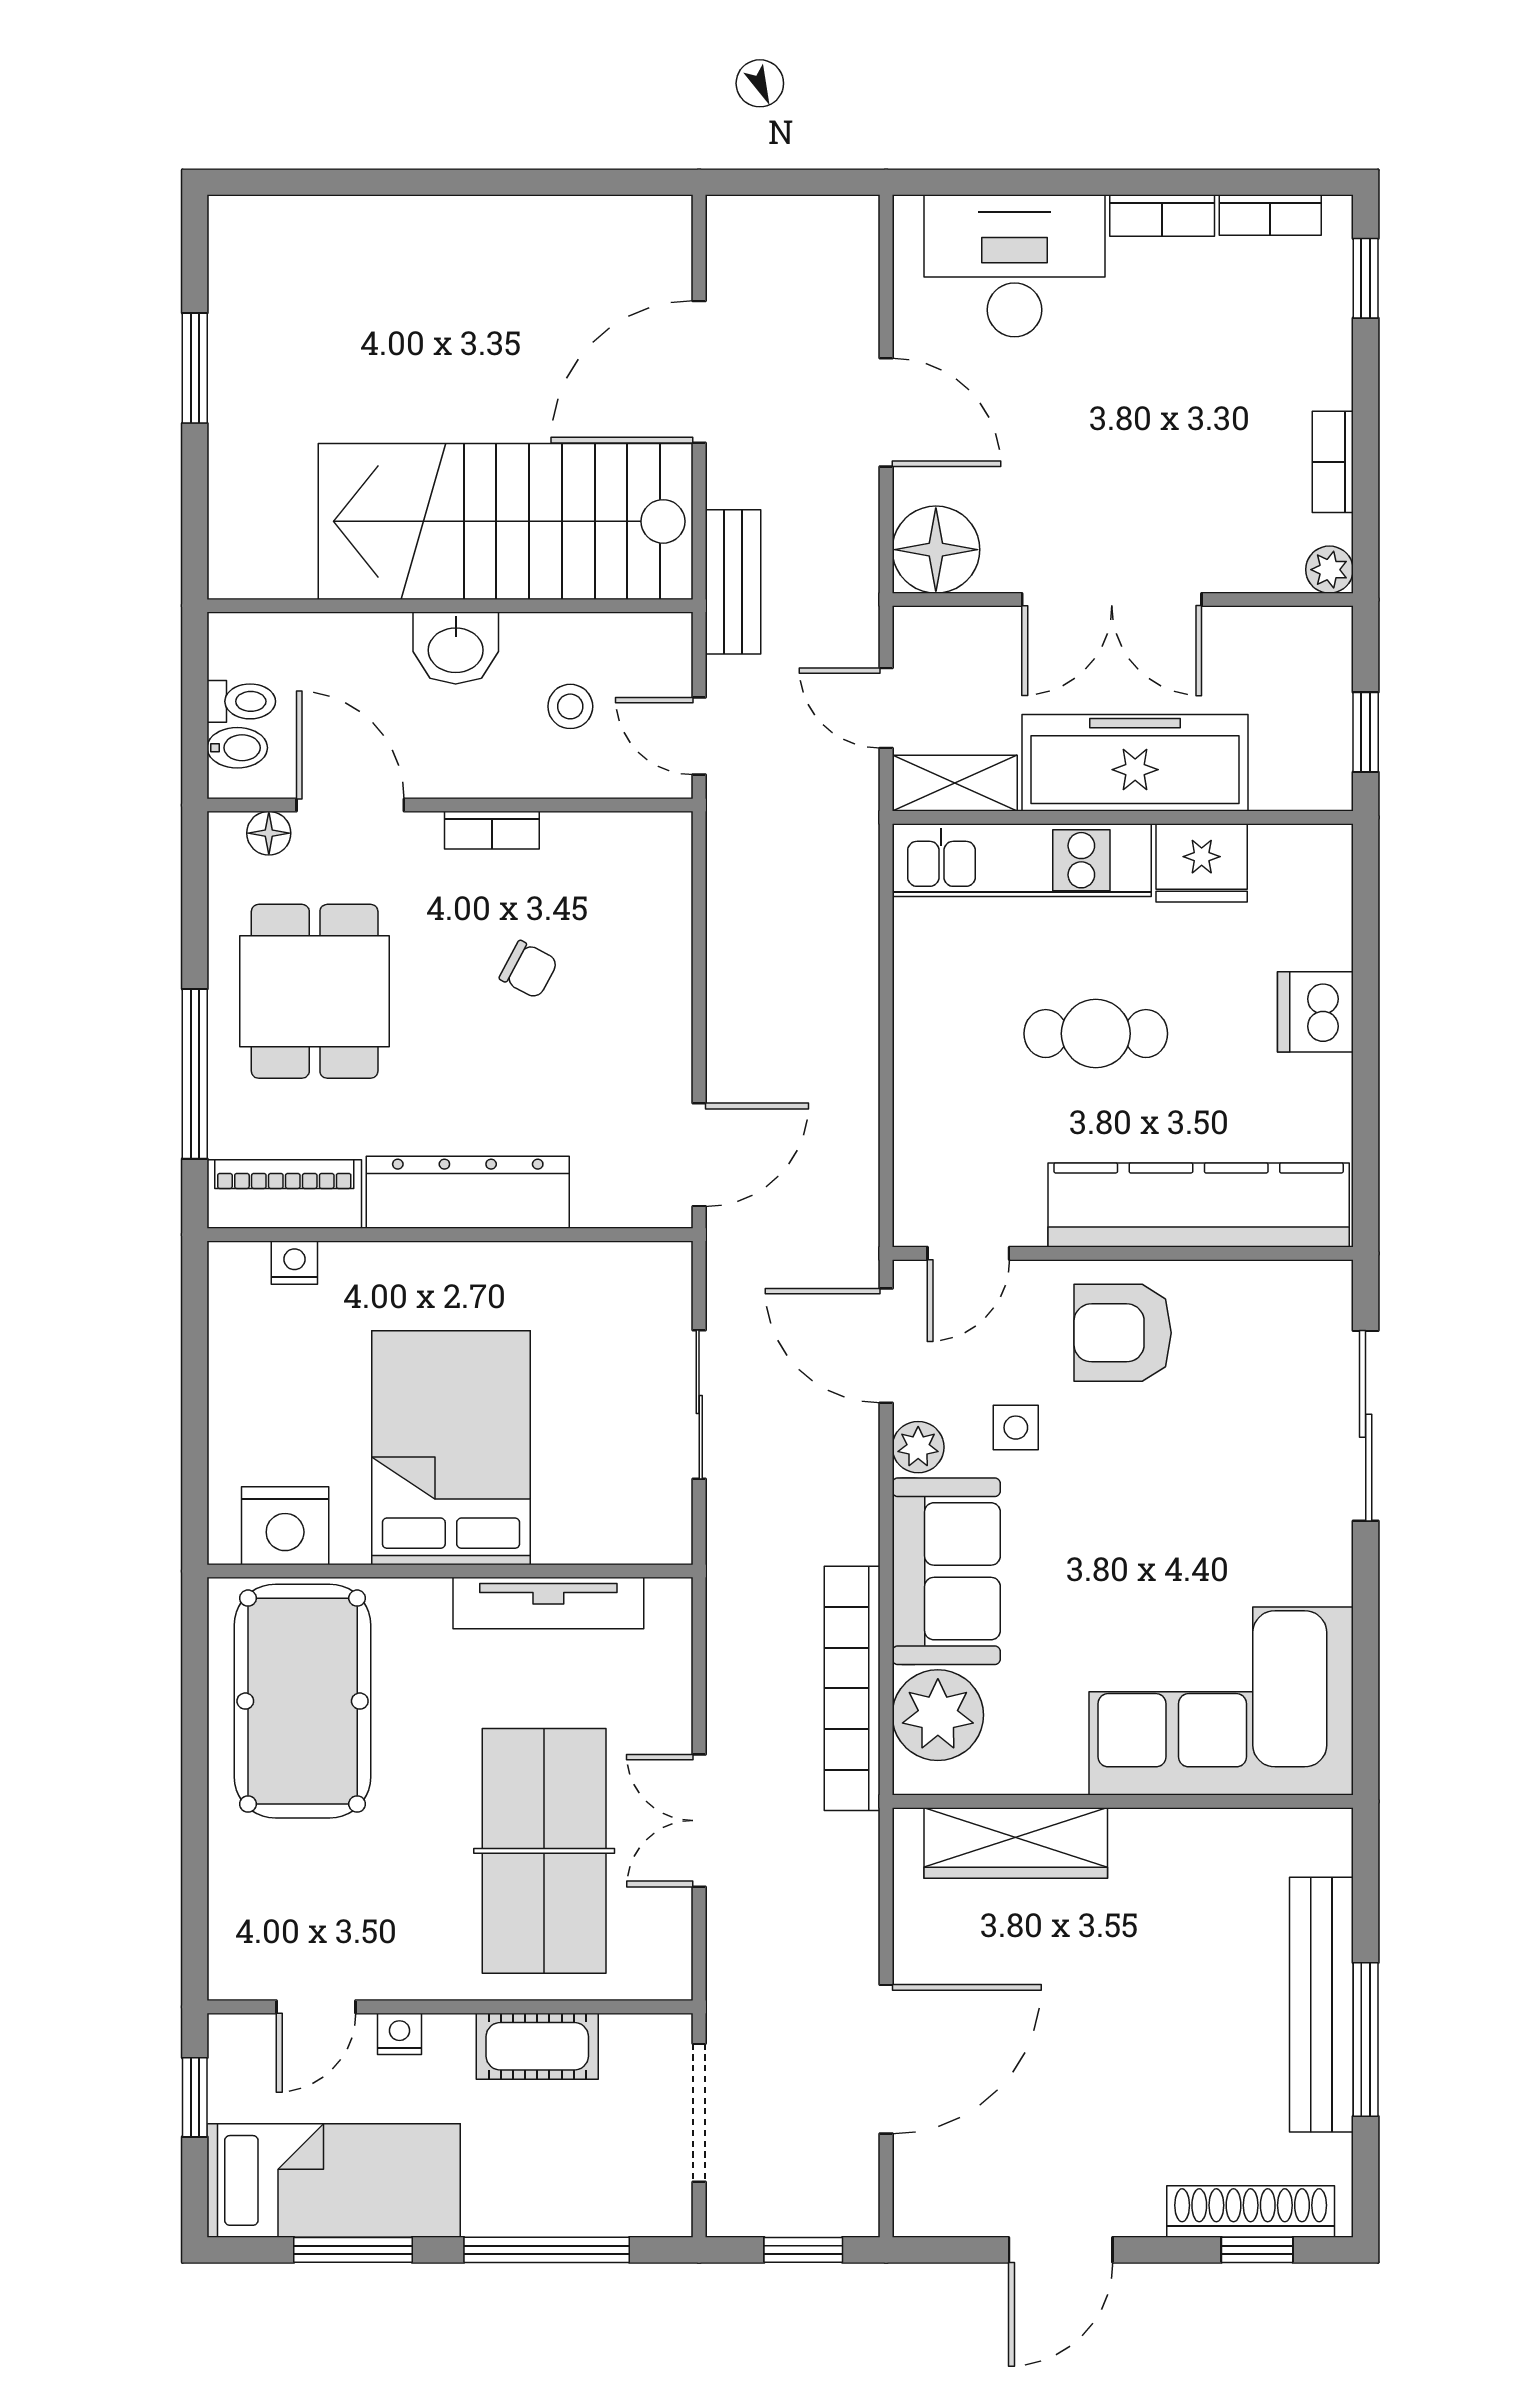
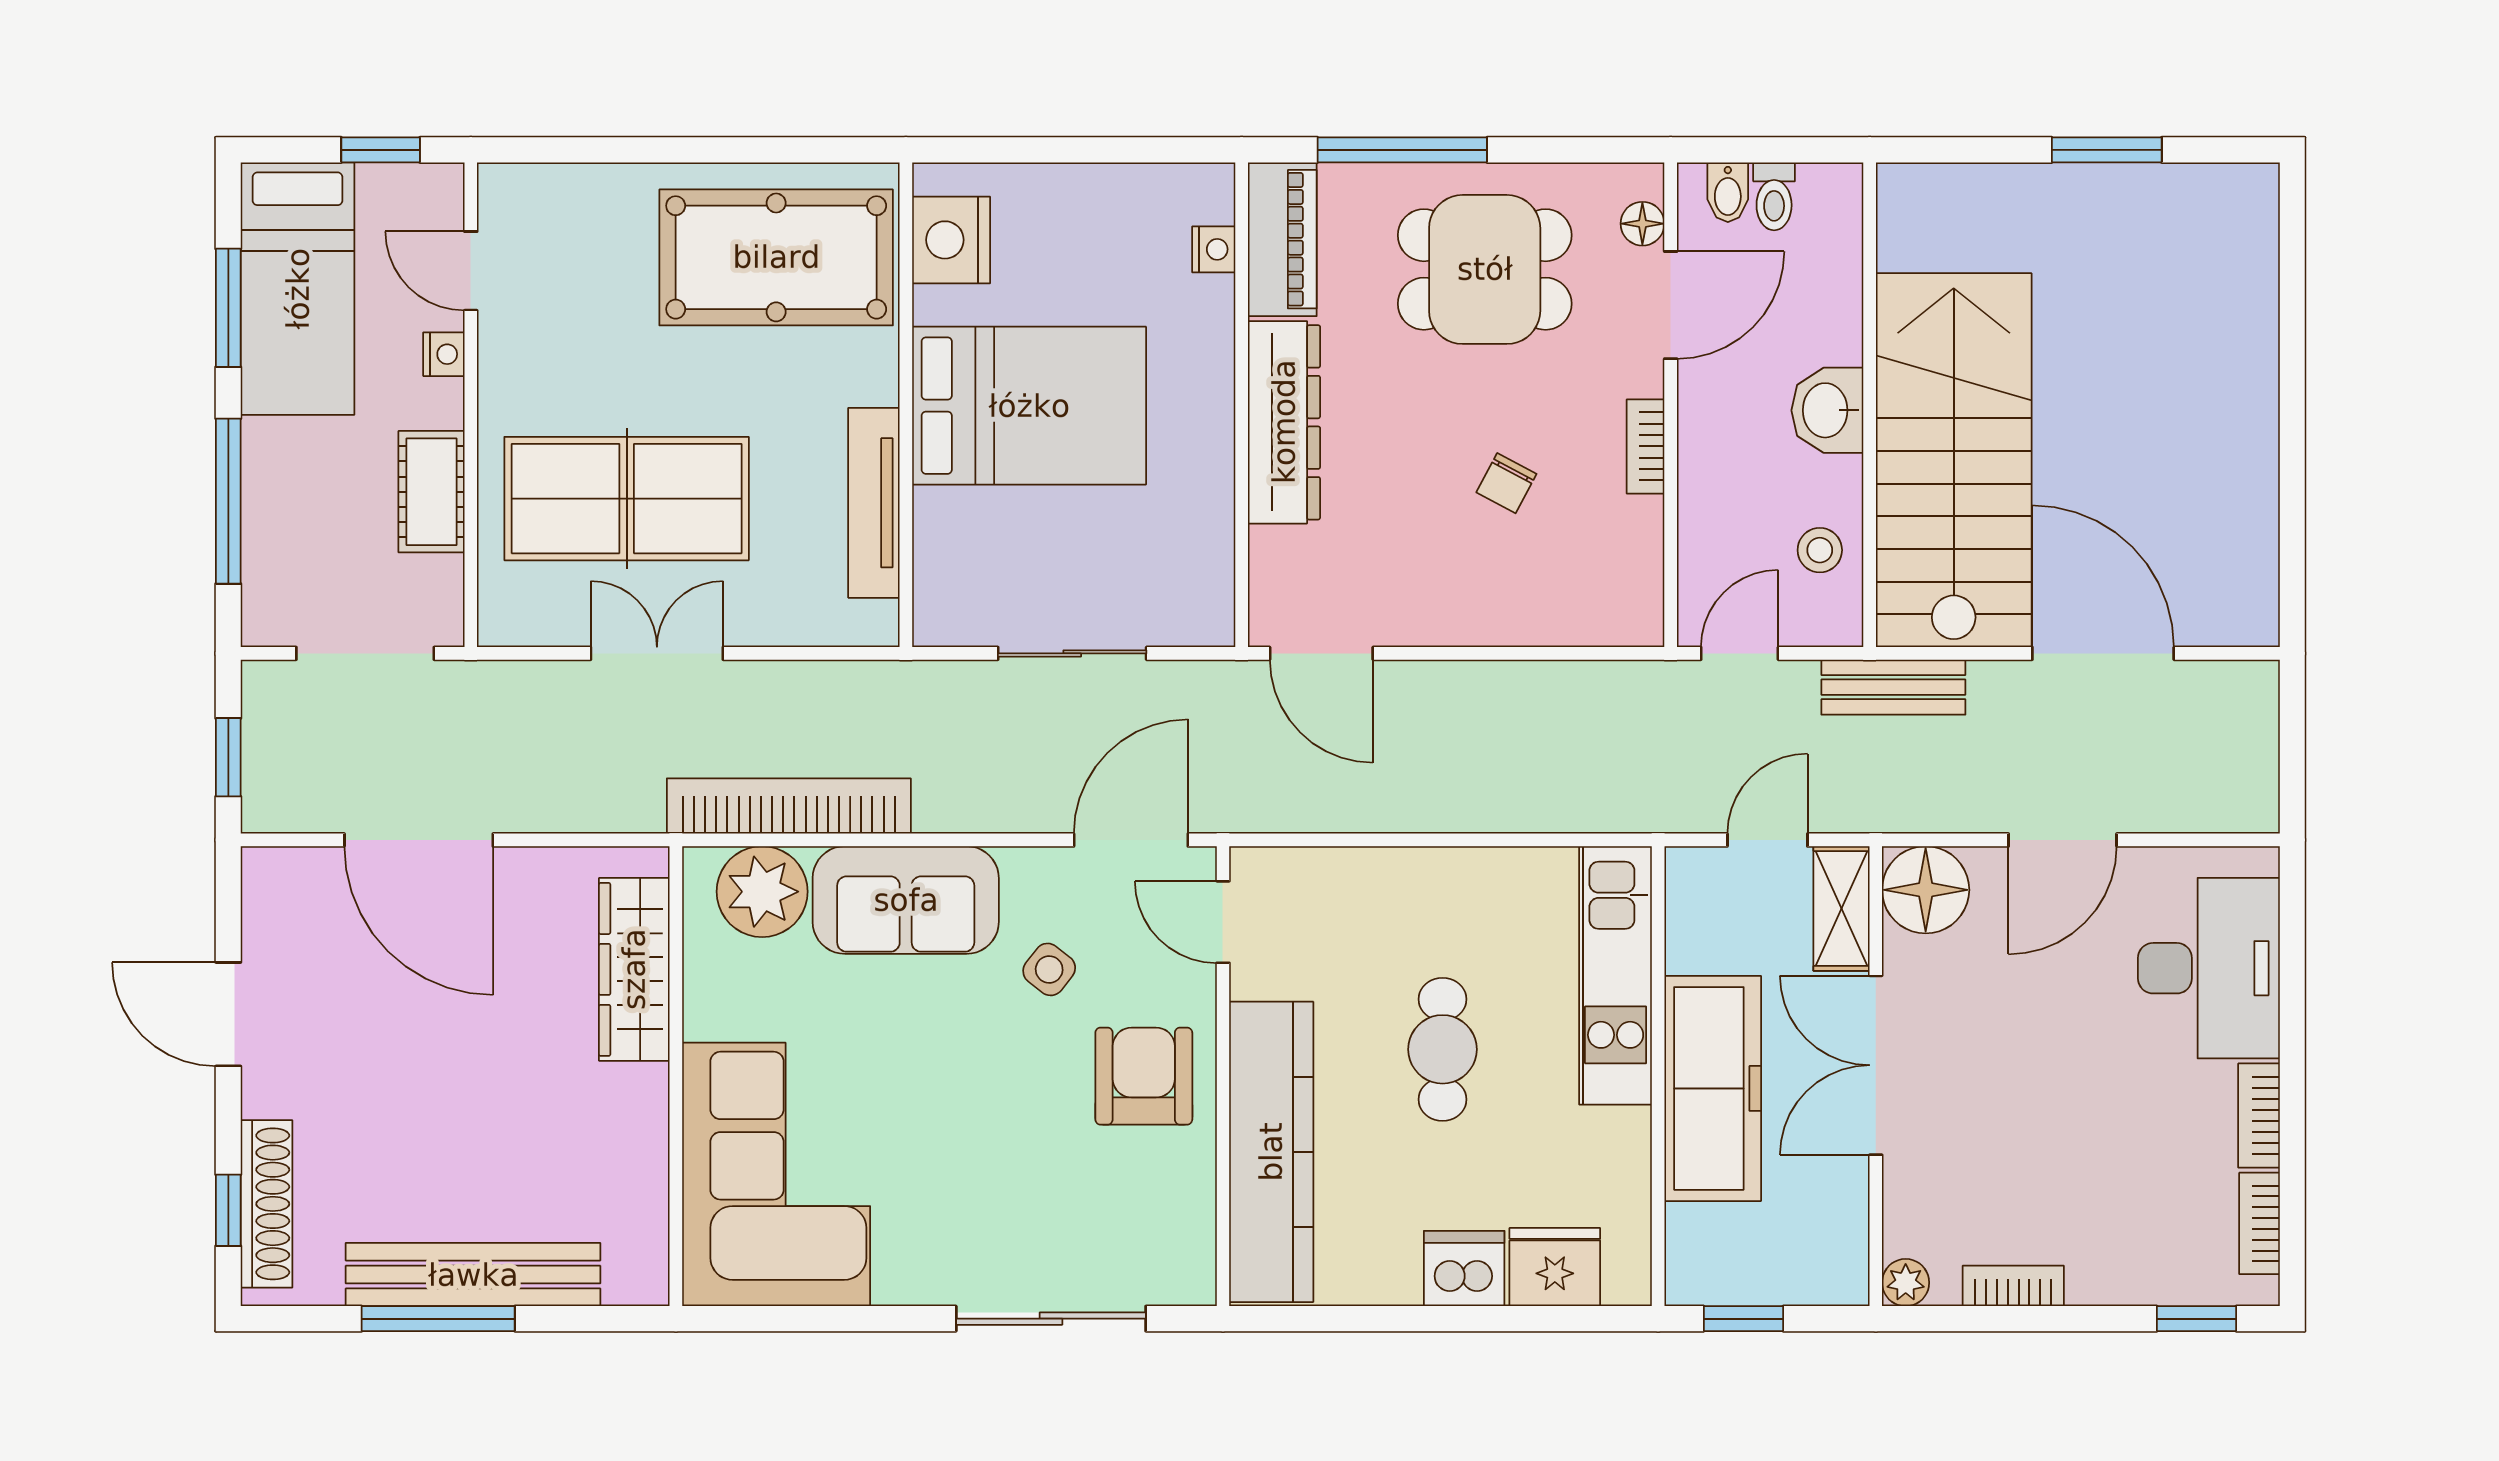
stool: (570, 706) -> (1820, 550), moved
shelving: (955, 783) -> (1841, 909), moved
fridge: (1202, 863) -> (1555, 1267), moved, turned 90
side table: (1016, 1428) -> (1049, 969), turned 38
plant: (918, 1447) -> (1030, 872), removed

